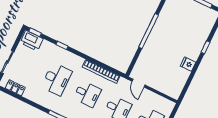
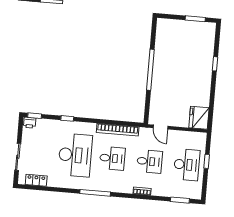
printer: (32, 41) -> (30, 123), width x0.53, depth x0.68
fridge: (188, 64) -> (199, 118), moved, width x1.88, depth x1.34
desk: (57, 79) -> (75, 155), width x1.36, depth x1.30

